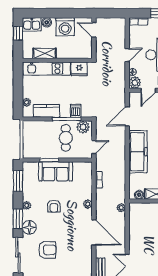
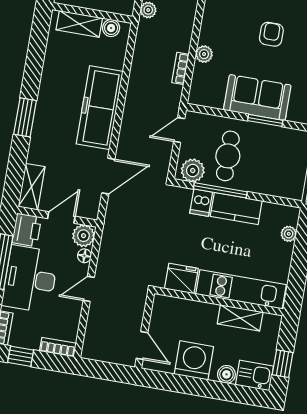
kitchen counter: (46, 111) -> (236, 209), moved
plant: (88, 204) -> (204, 54), moved

